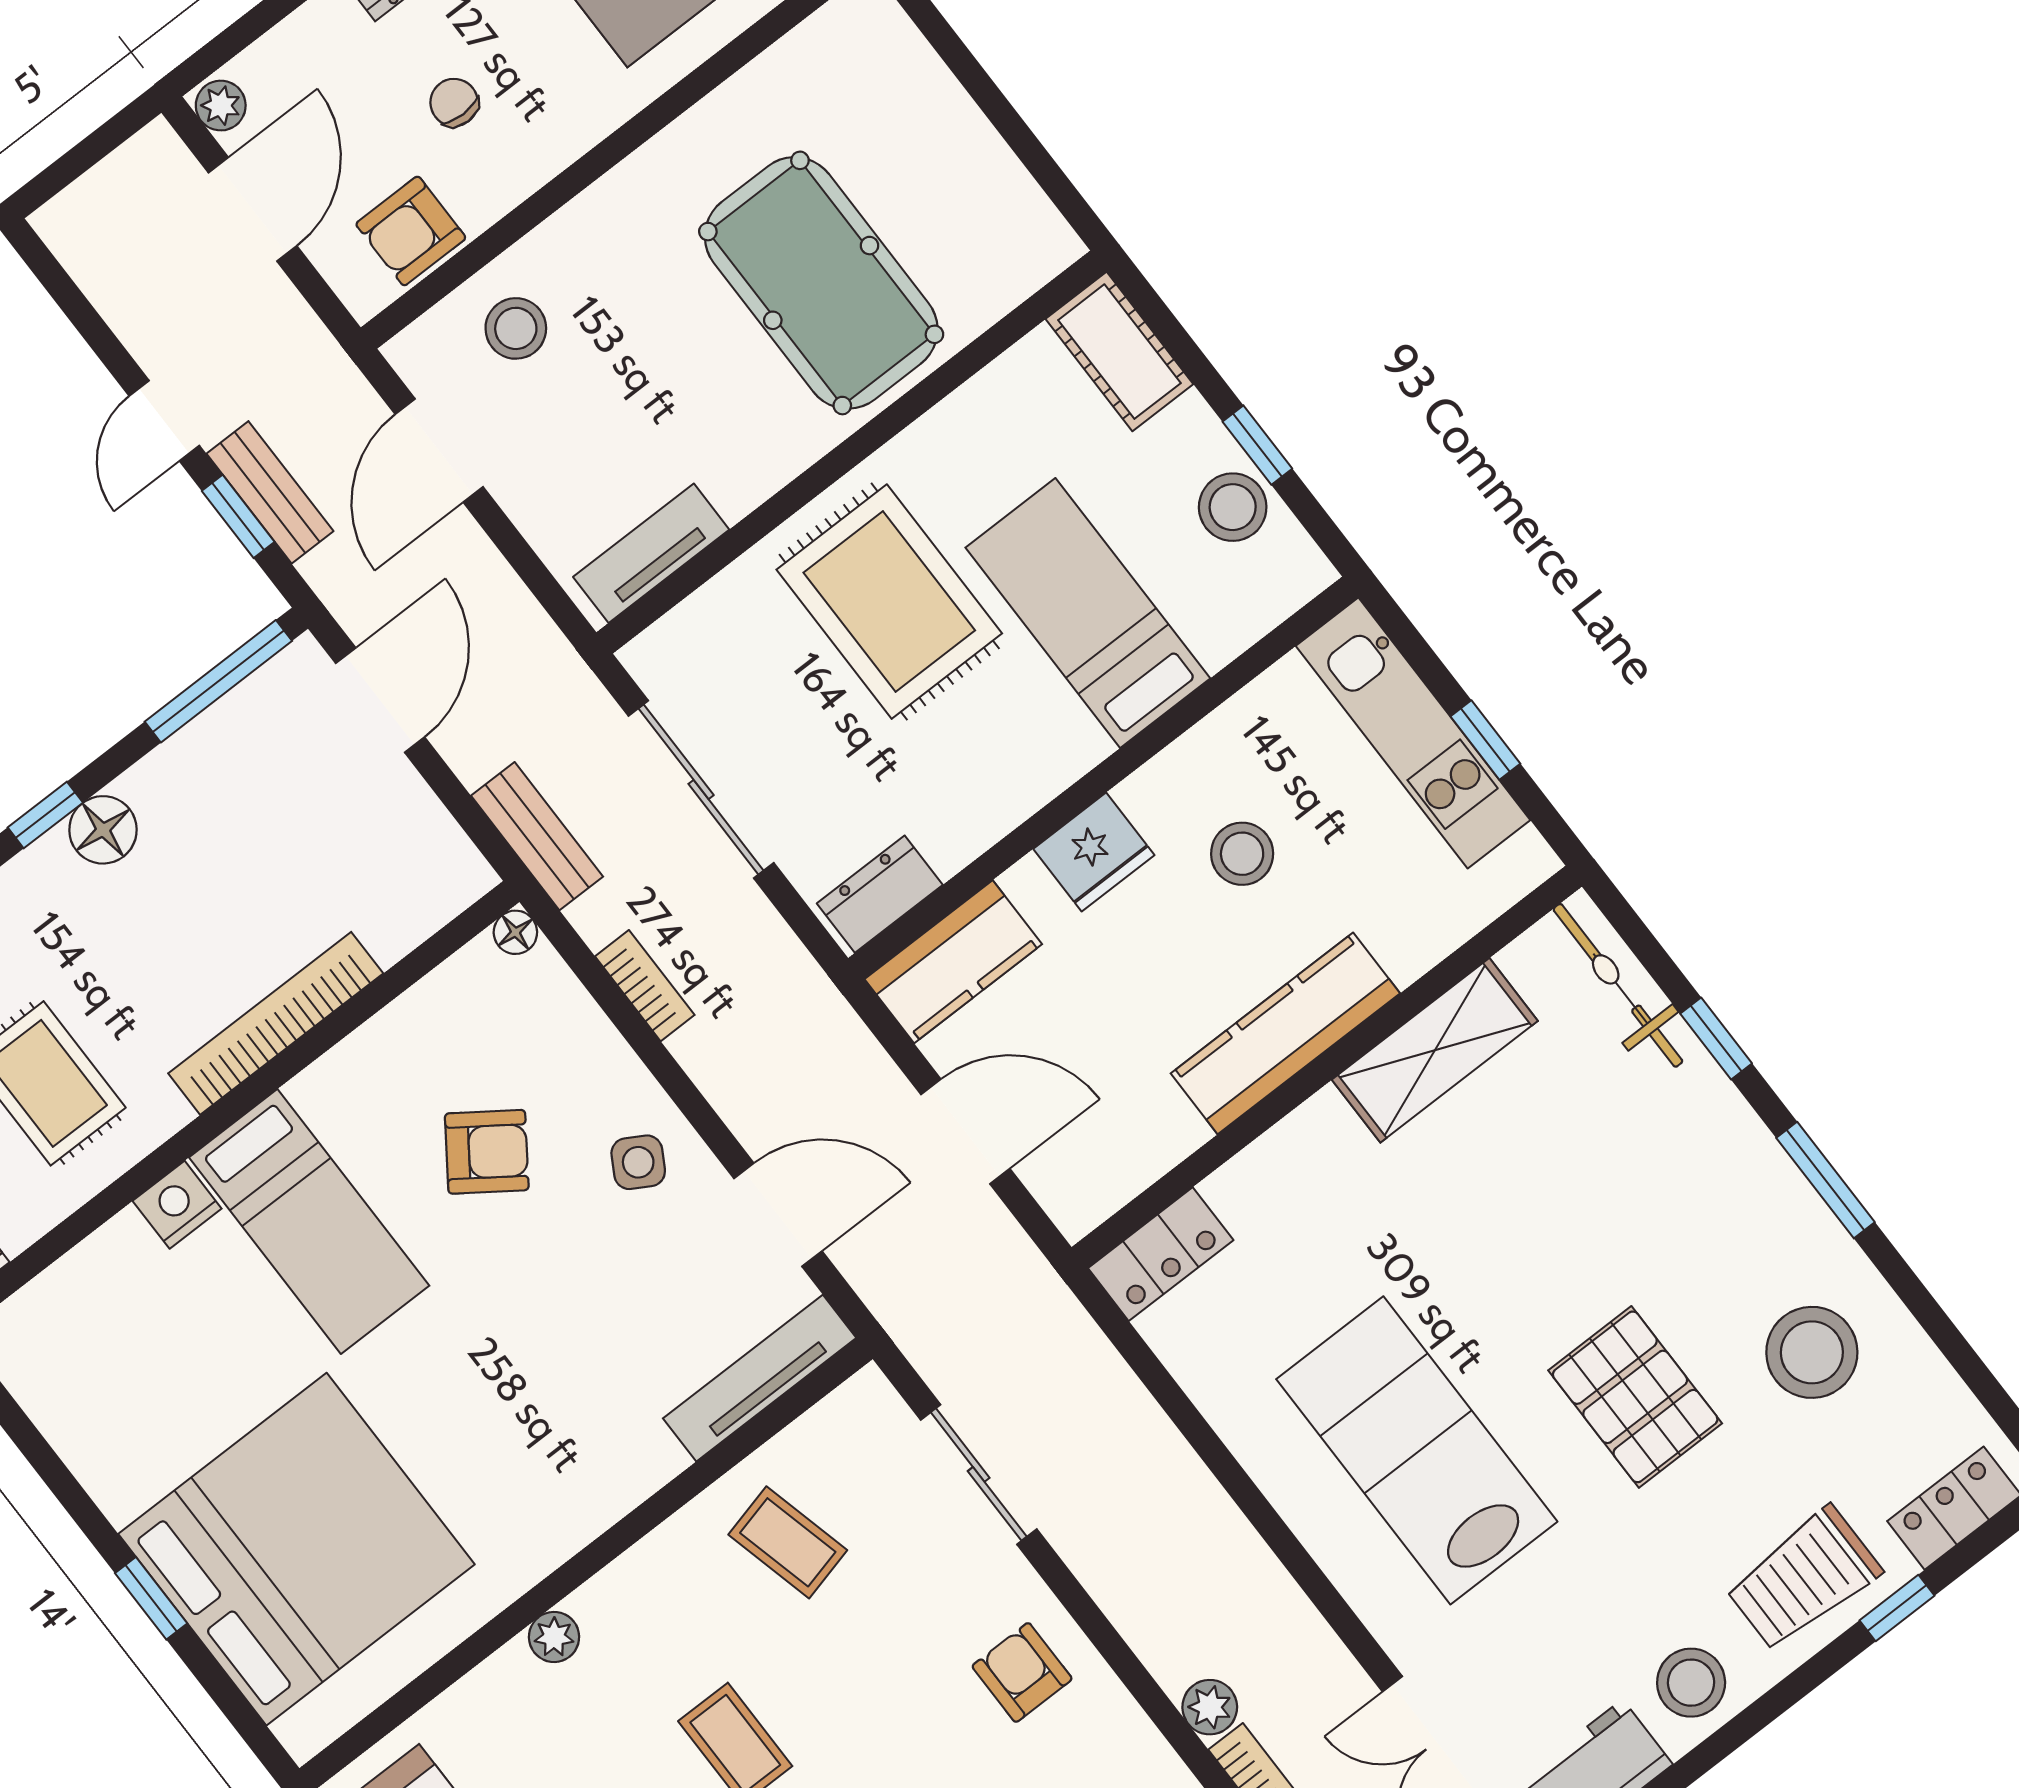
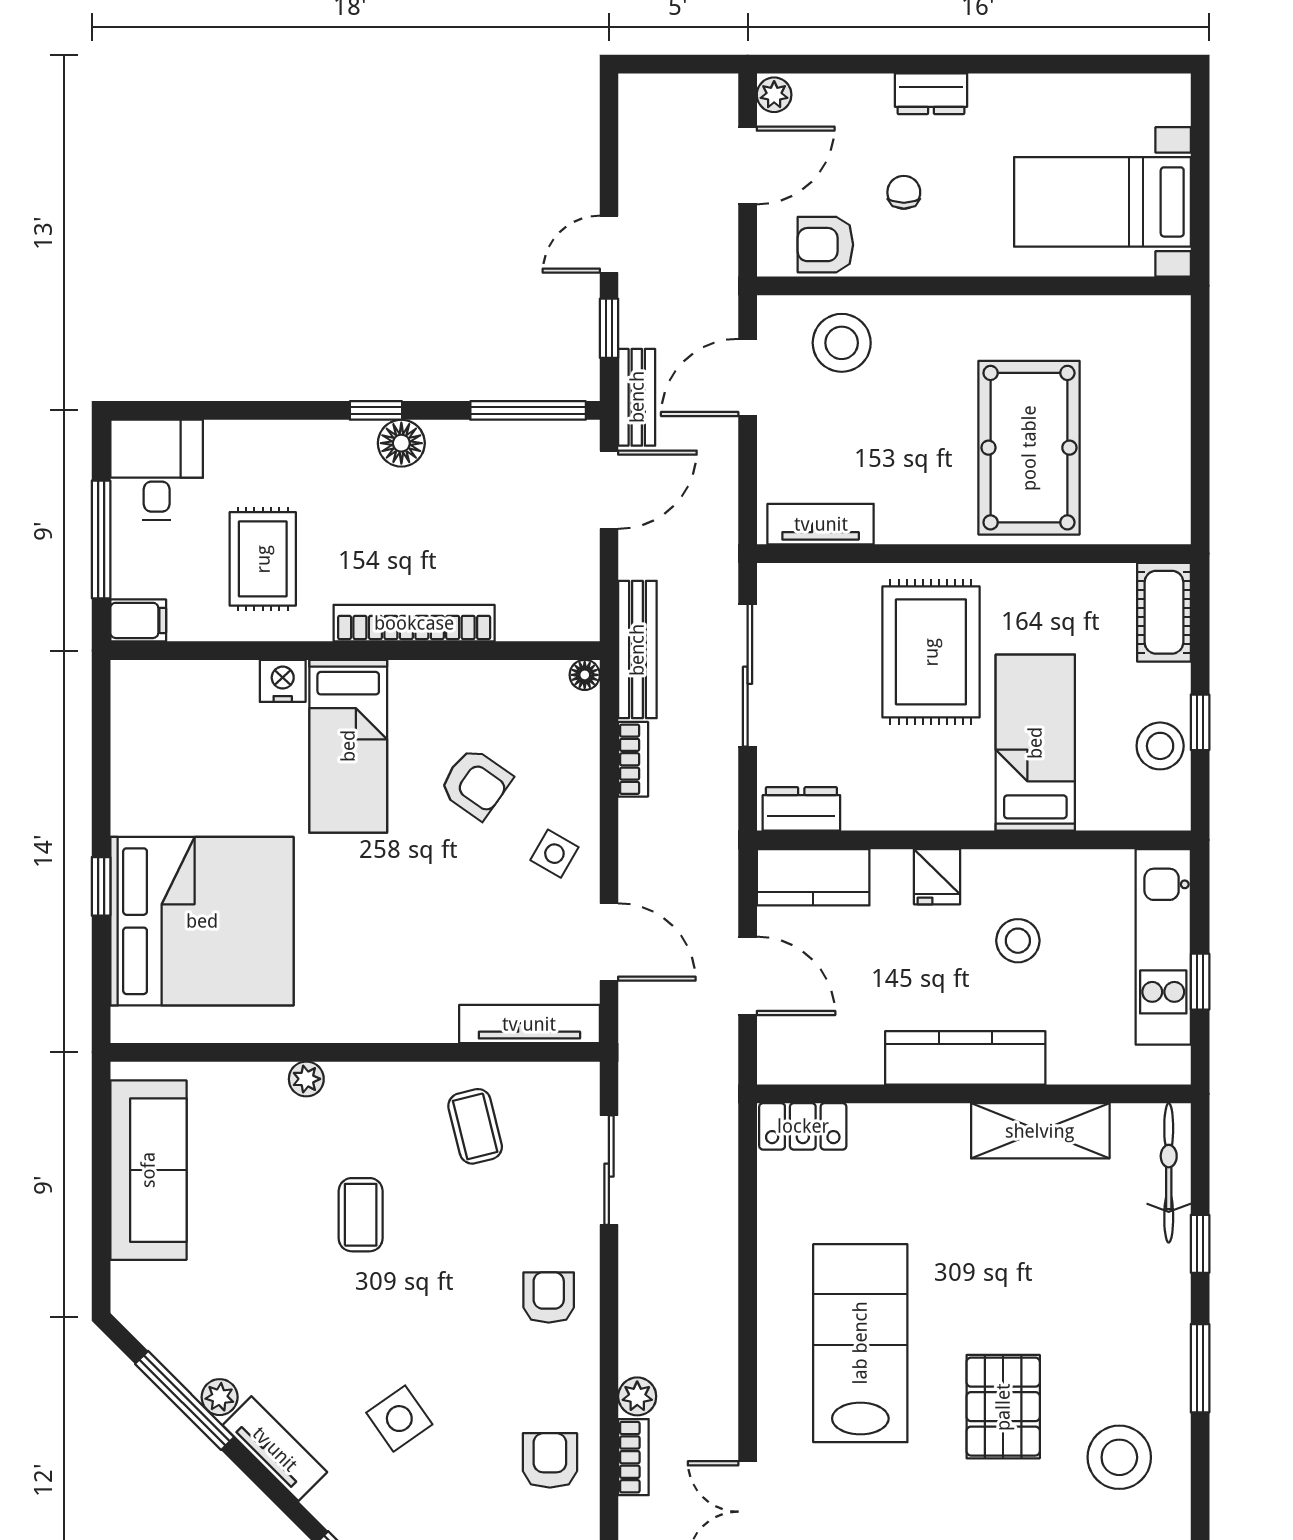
stool: (516, 328) -> (842, 343), width x1.38, depth x1.38
bench: (270, 492) -> (637, 397), moved
bench: (537, 836) -> (637, 650), width x1.36
fridge: (1094, 852) -> (937, 877), width x0.72

